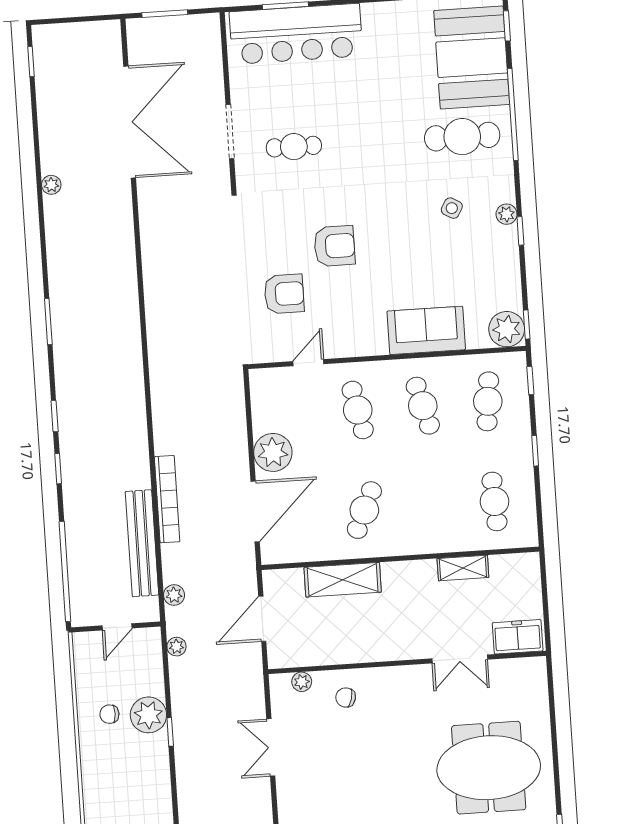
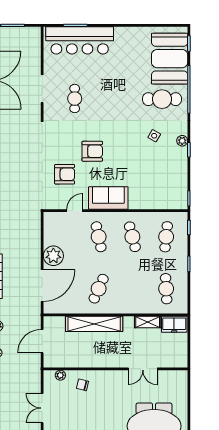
cafe table: (294, 147) -> (75, 99), turned 90
plant: (507, 329) -> (178, 200), removed
sofa: (426, 330) -> (108, 198), moved
shelving: (343, 580) -> (94, 324), width x1.47
freezer: (518, 637) -> (174, 324), moved, turned 180

